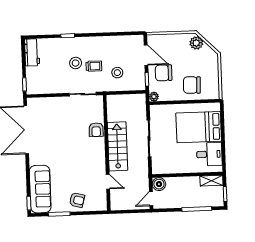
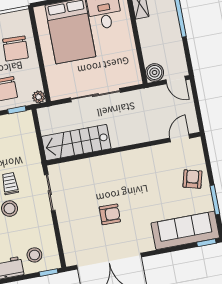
stool: (117, 73) -> (34, 255), moved
armchair: (96, 130) -> (110, 214), moved
stairs: (117, 146) -> (76, 143), moved
door: (108, 182) -> (180, 138), moved

